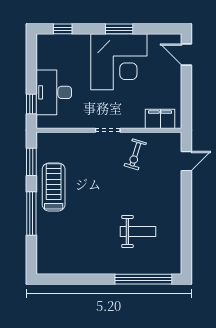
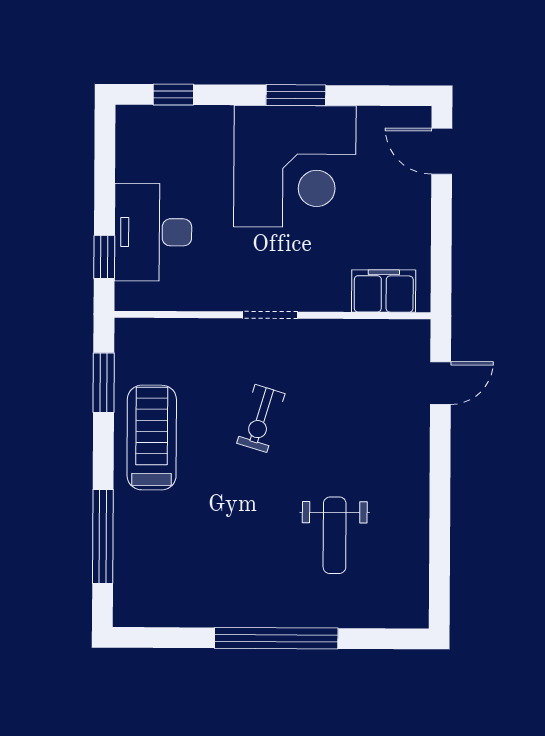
exercise bike: (135, 154) -> (261, 418), moved
window: (31, 214) -> (103, 537), moved
weight bench: (138, 231) -> (335, 535), turned 90
window: (143, 279) -> (276, 638), moved

